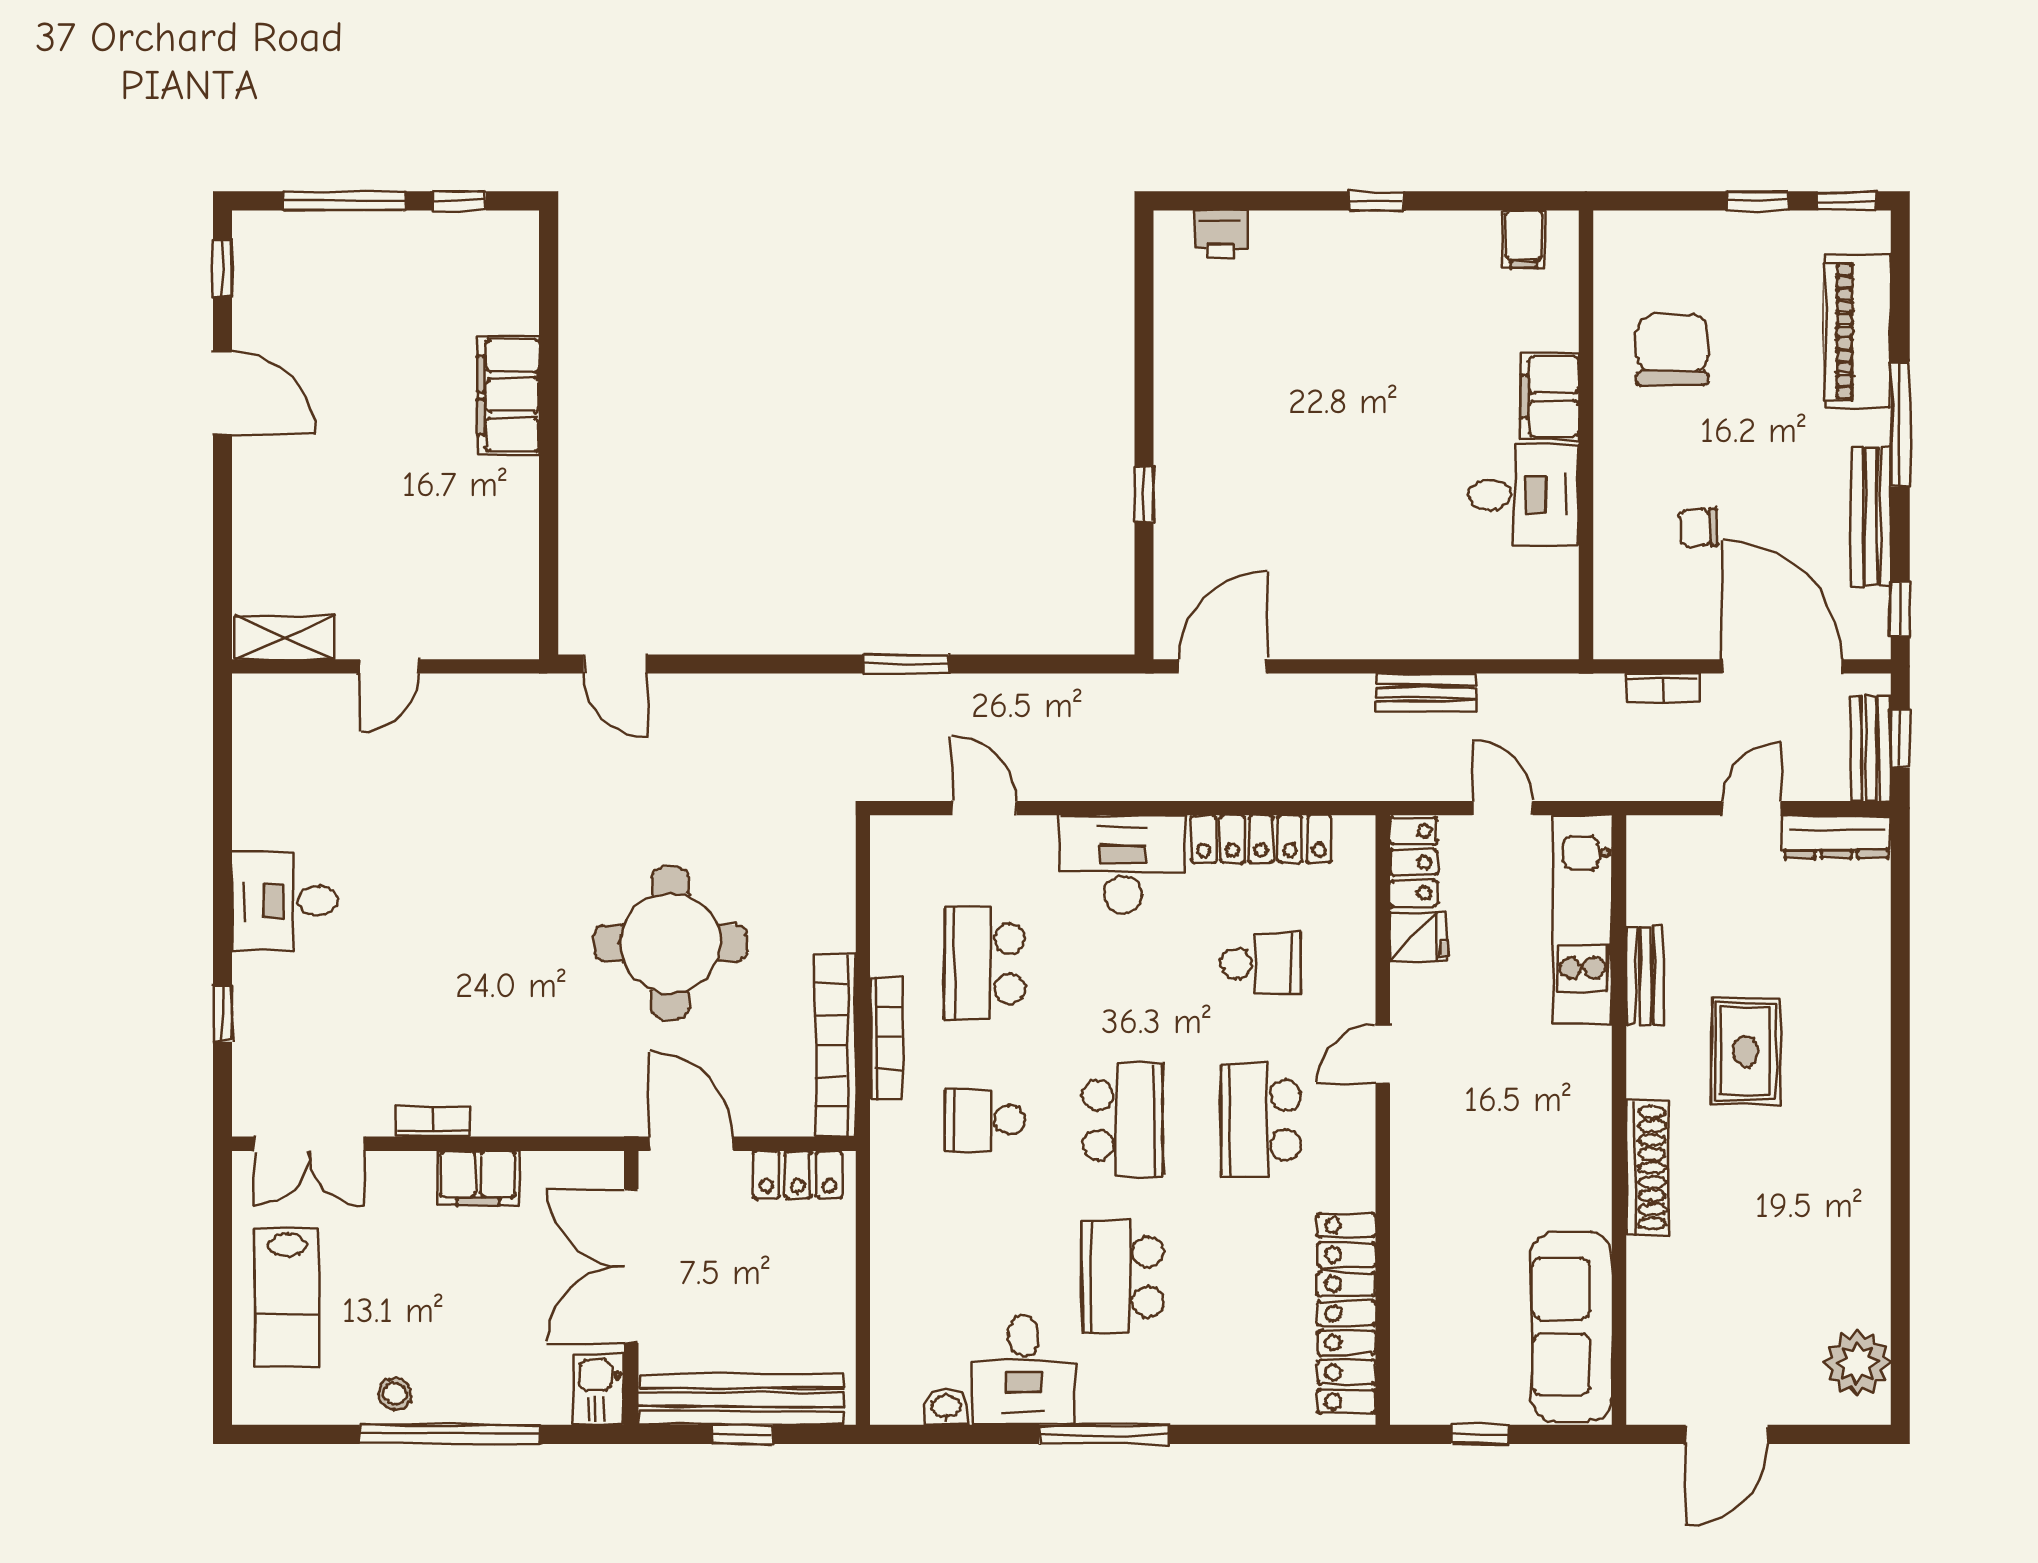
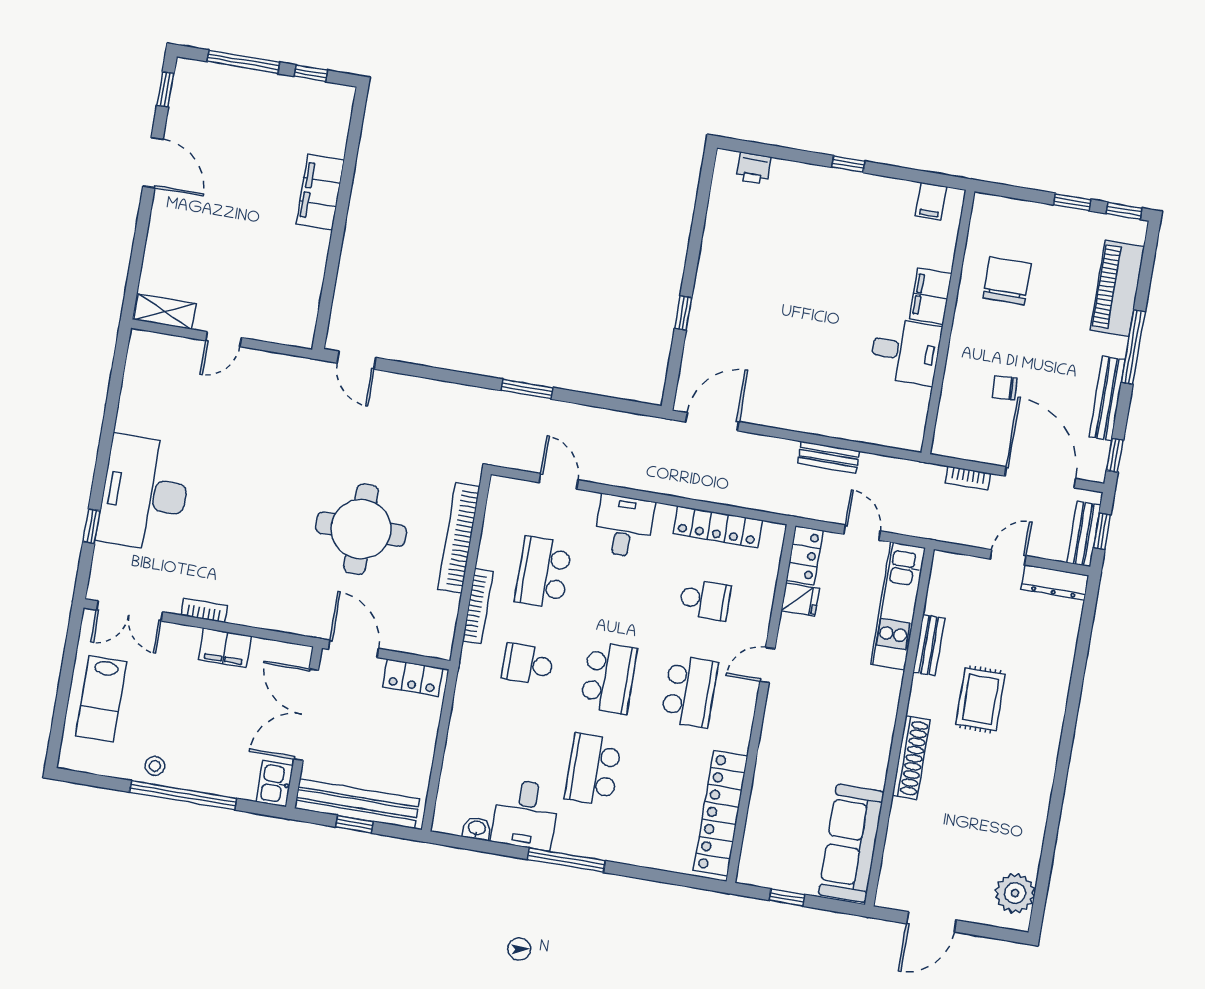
desk: (1123, 864) -> (624, 526), width x0.73
desk: (285, 901) -> (144, 493), width x1.87, depth x1.30
bookcase: (835, 1046) -> (459, 538), moved
school desk: (1261, 1120) -> (689, 691), turned 180

